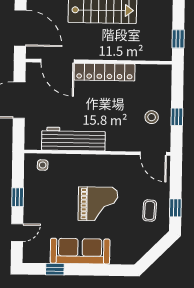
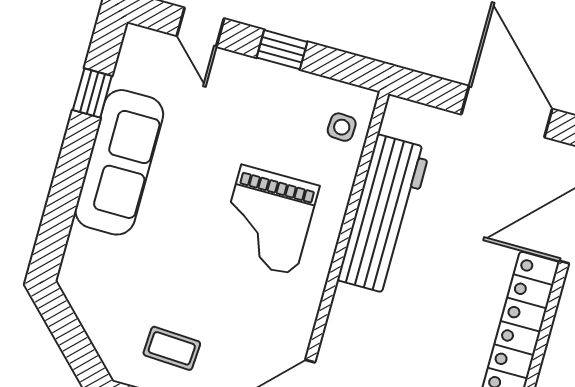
grand piano: (98, 204) -> (268, 220), moved

